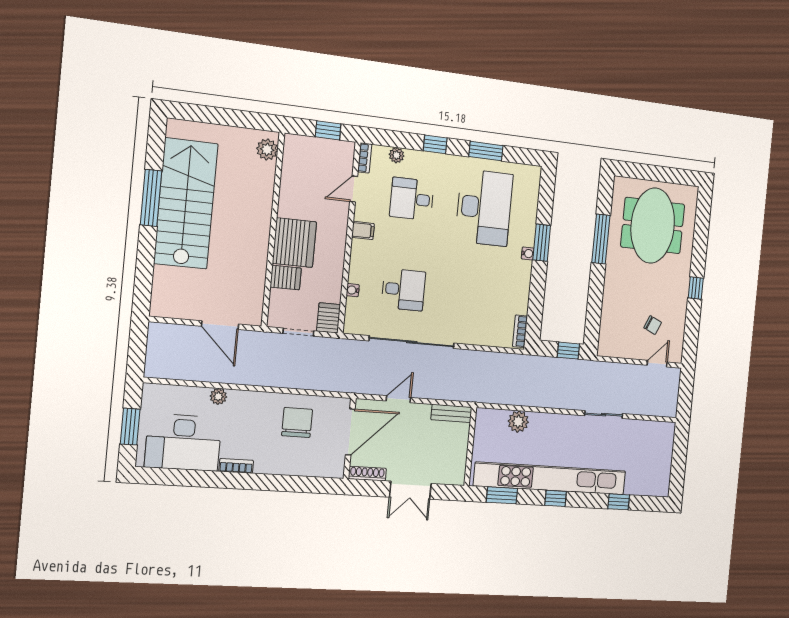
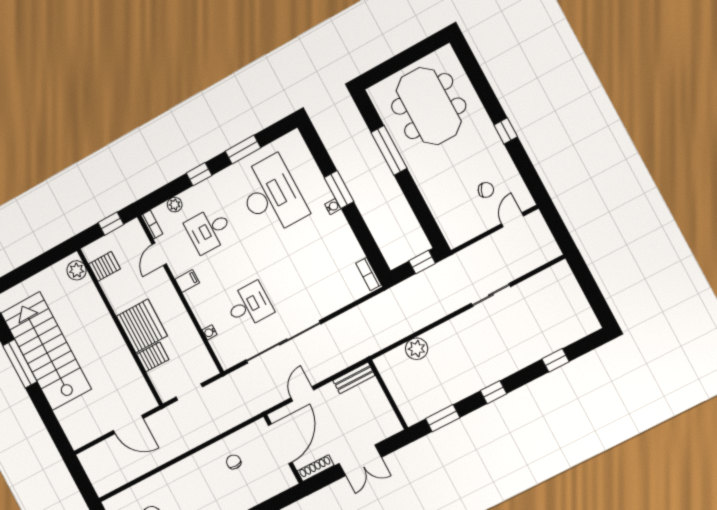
server rack: (329, 318) -> (104, 266), moved, turned 90
plant: (218, 396) -> (162, 479), removed
chair: (297, 423) -> (234, 462), width x0.54, depth x0.54
kitchen unit: (550, 478) -> (477, 378), removed

